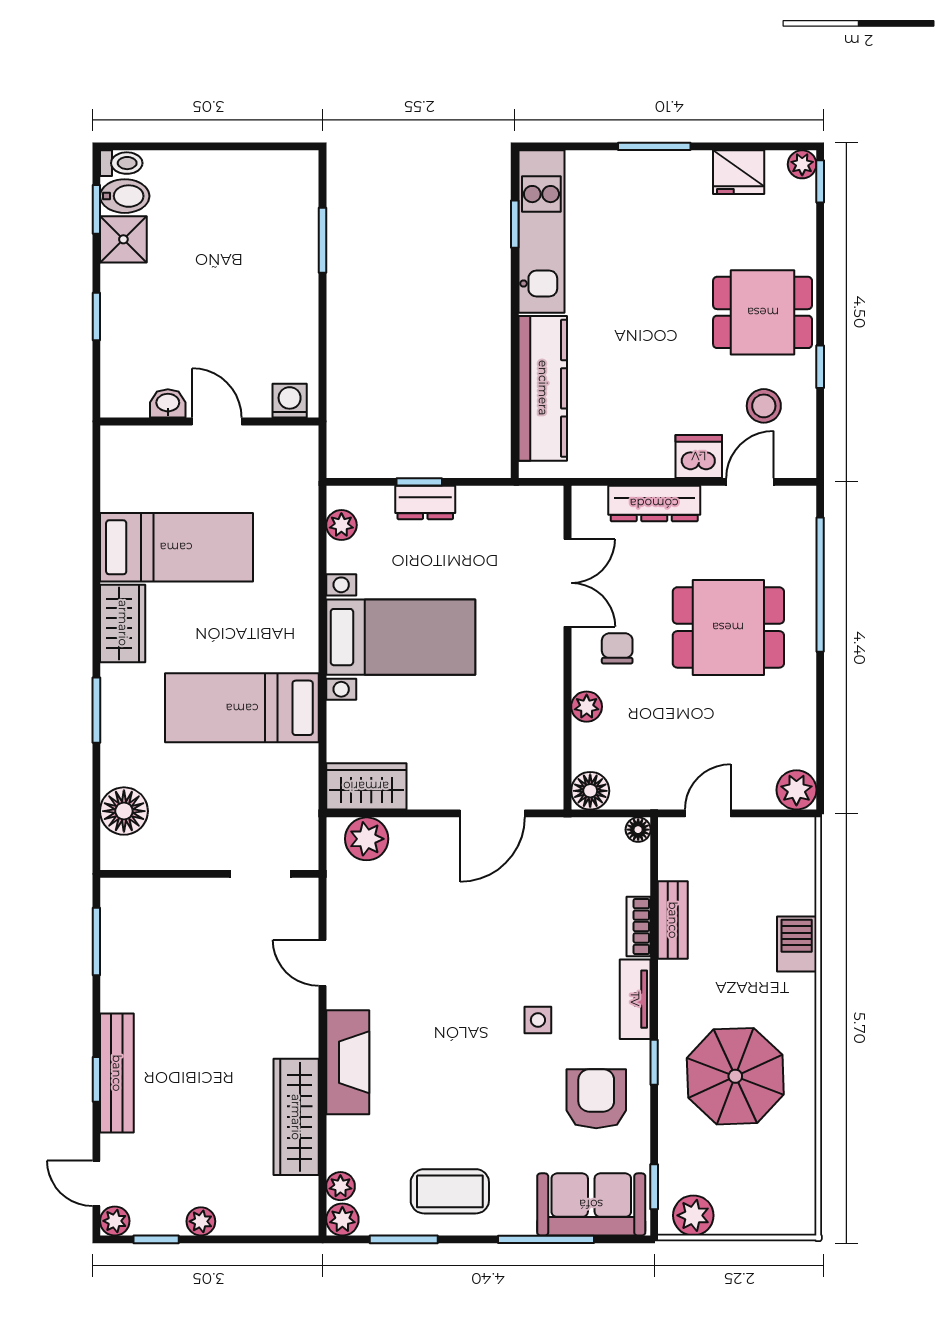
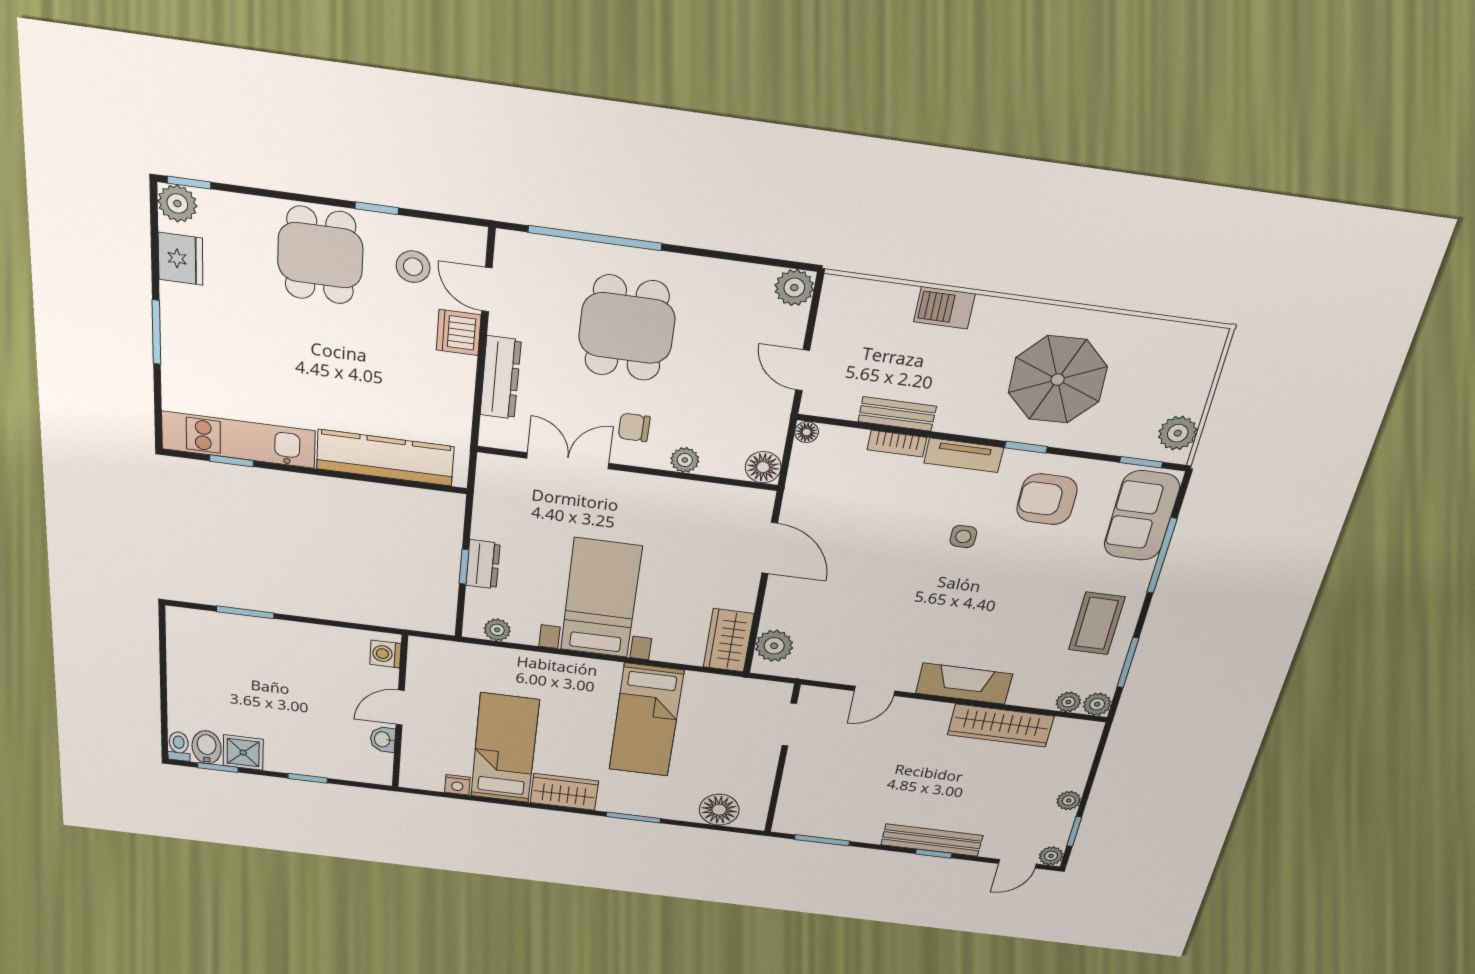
plant: (802, 164) -> (177, 203), width x1.38, depth x1.38
nightstand: (114, 495) -> (457, 785), added

